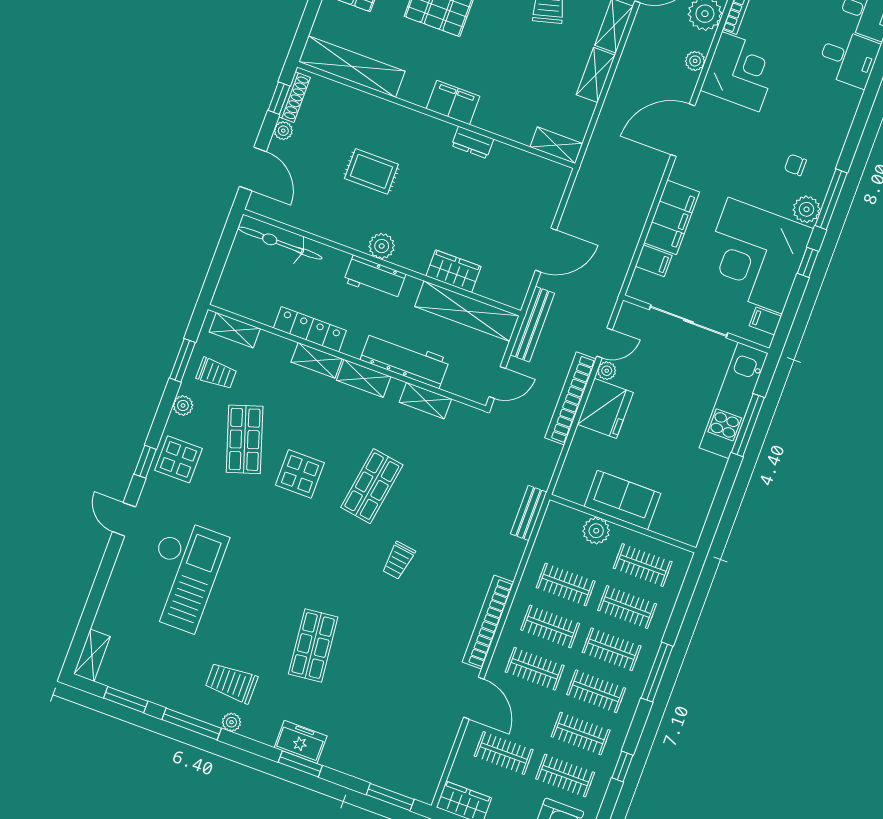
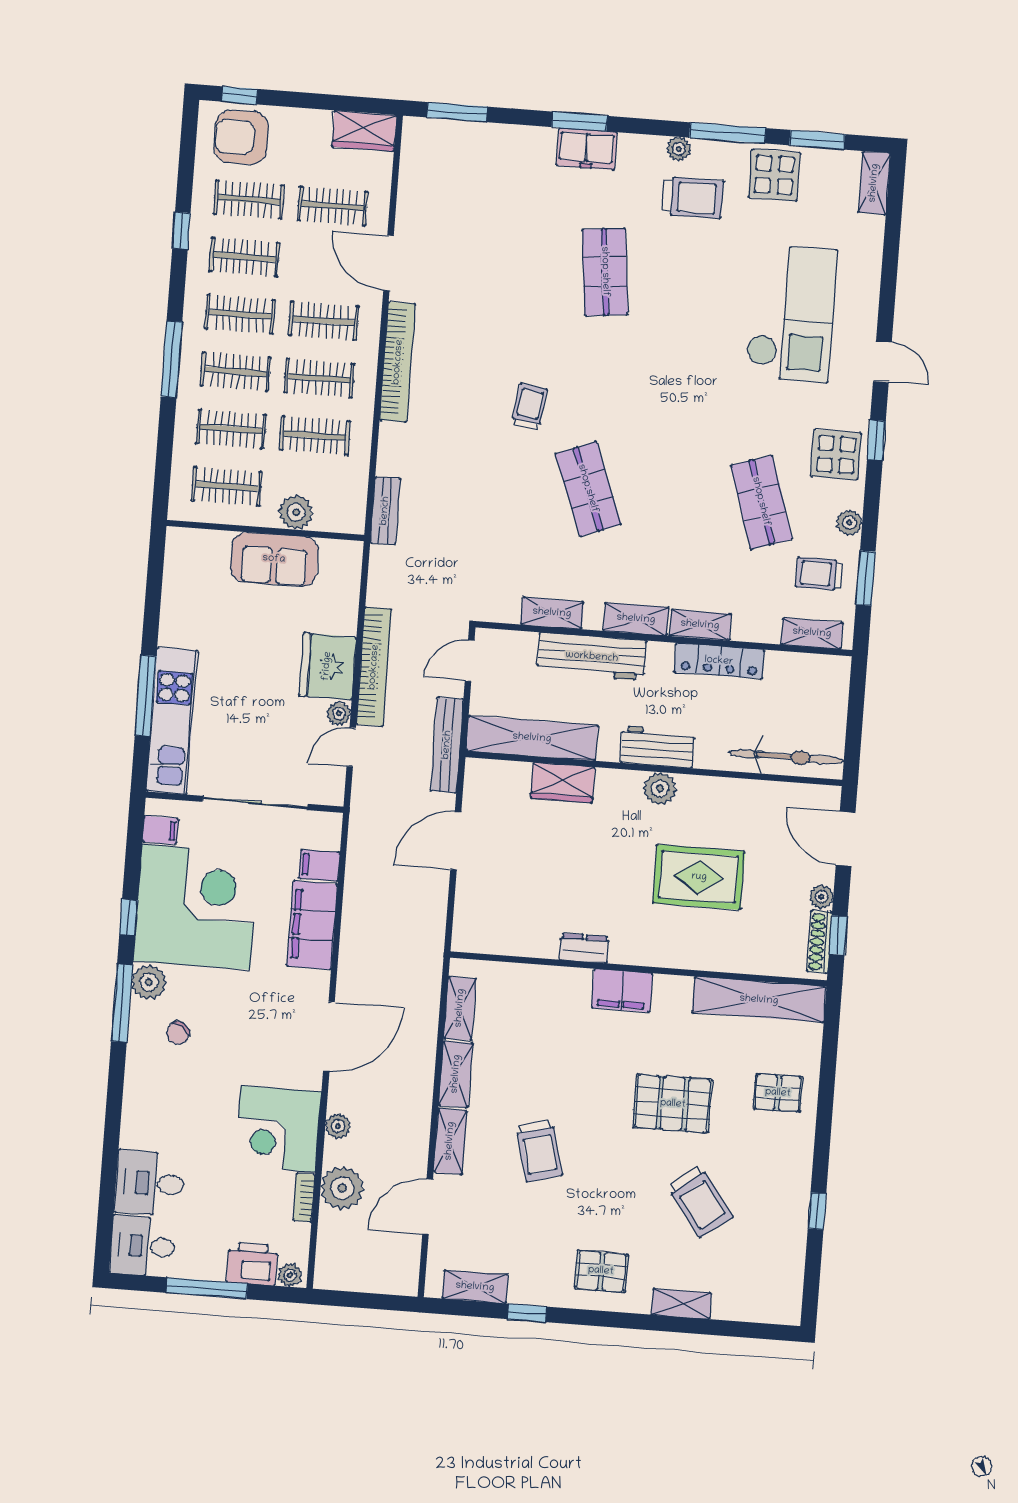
shelving: (556, 145) -> (460, 1008), moved, turned 90
chair: (795, 165) -> (178, 1033), turned 120
rug: (371, 171) -> (699, 877), width x1.36, depth x1.43
display table: (300, 474) -> (774, 175), moved
shop shelf: (372, 486) -> (588, 489), turned -30
checkout: (182, 575) -> (791, 313), turned 180

